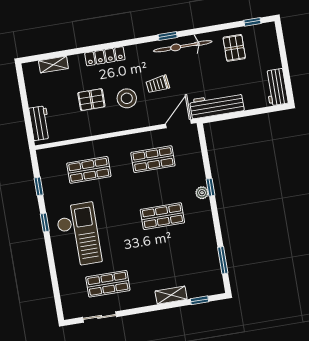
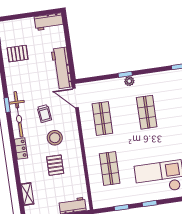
bicycle: (183, 46) -> (18, 114), moved
locker: (105, 56) -> (21, 149), width x0.66

